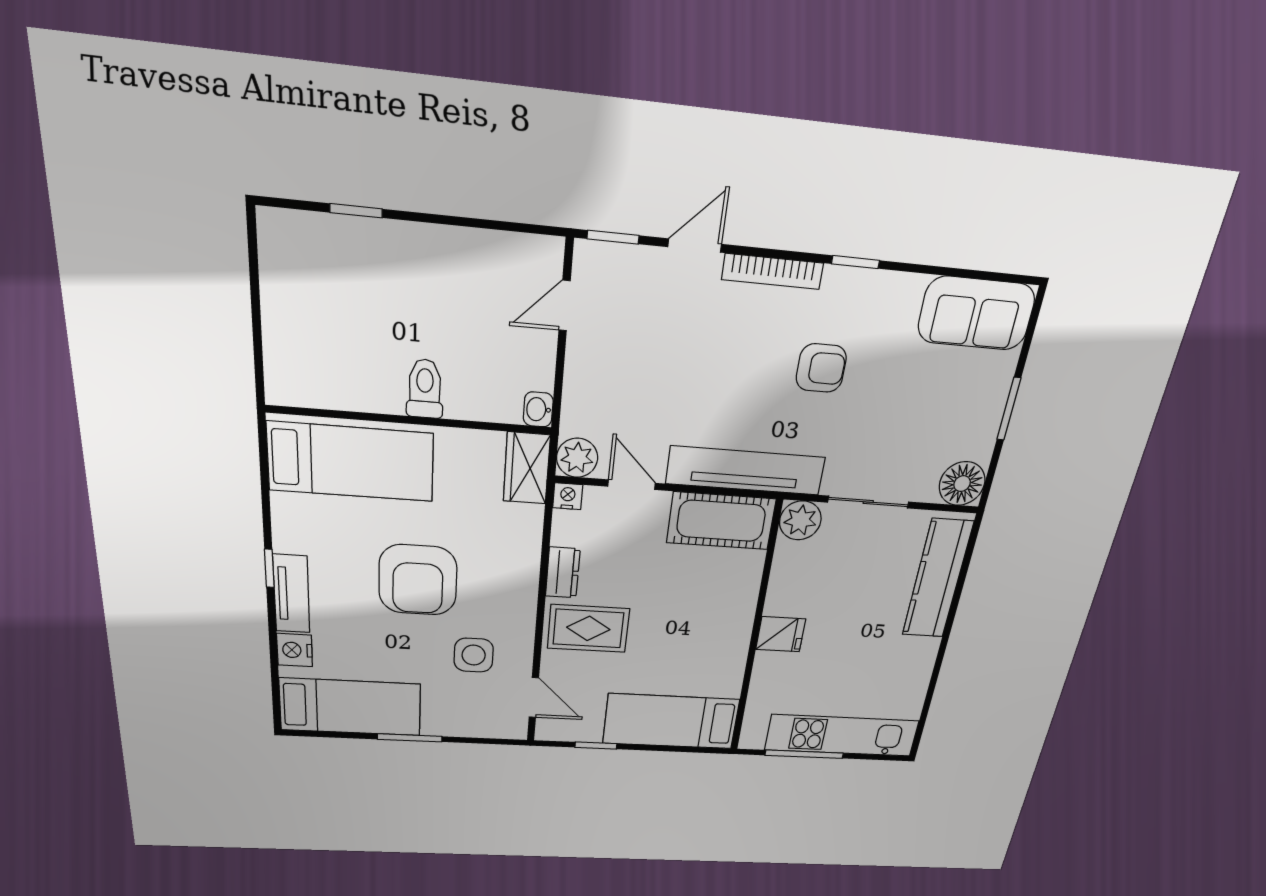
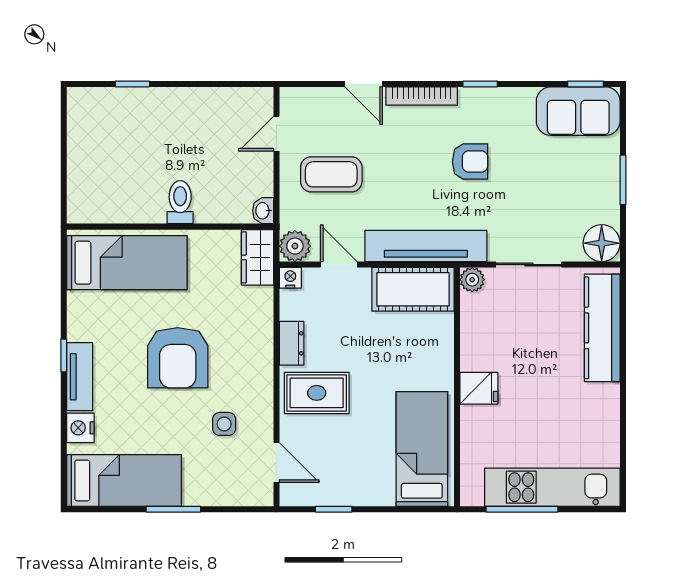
window: (613, 237) -> (586, 84), moved
door: (695, 246) -> (364, 84), swing flipped
coffee table: (635, 369) -> (331, 174), added
plant: (800, 520) -> (472, 280), width x0.73, depth x0.73
side table: (474, 655) -> (224, 424), width x0.73, depth x0.73
bed: (671, 721) -> (422, 449), moved, turned 90

